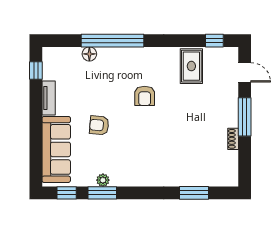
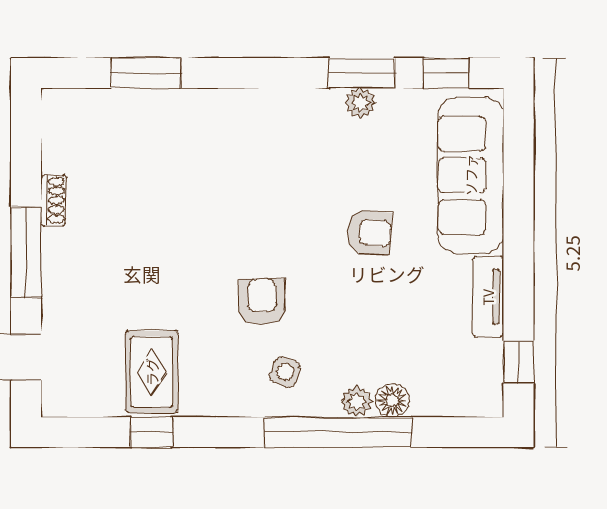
window: (214, 41) -> (151, 432), moved
plant: (104, 54) -> (357, 402), added
side table: (135, 66) -> (285, 372), added

